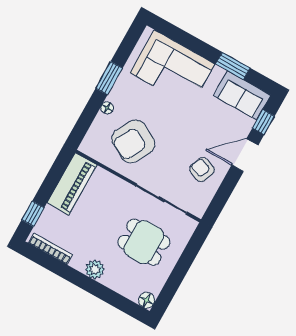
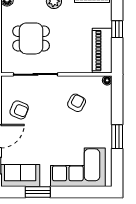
floor lamp: (107, 108) -> (107, 80), moved
armchair: (133, 141) -> (77, 103), width x0.53, depth x0.53
window: (33, 214) -> (117, 29), moved

